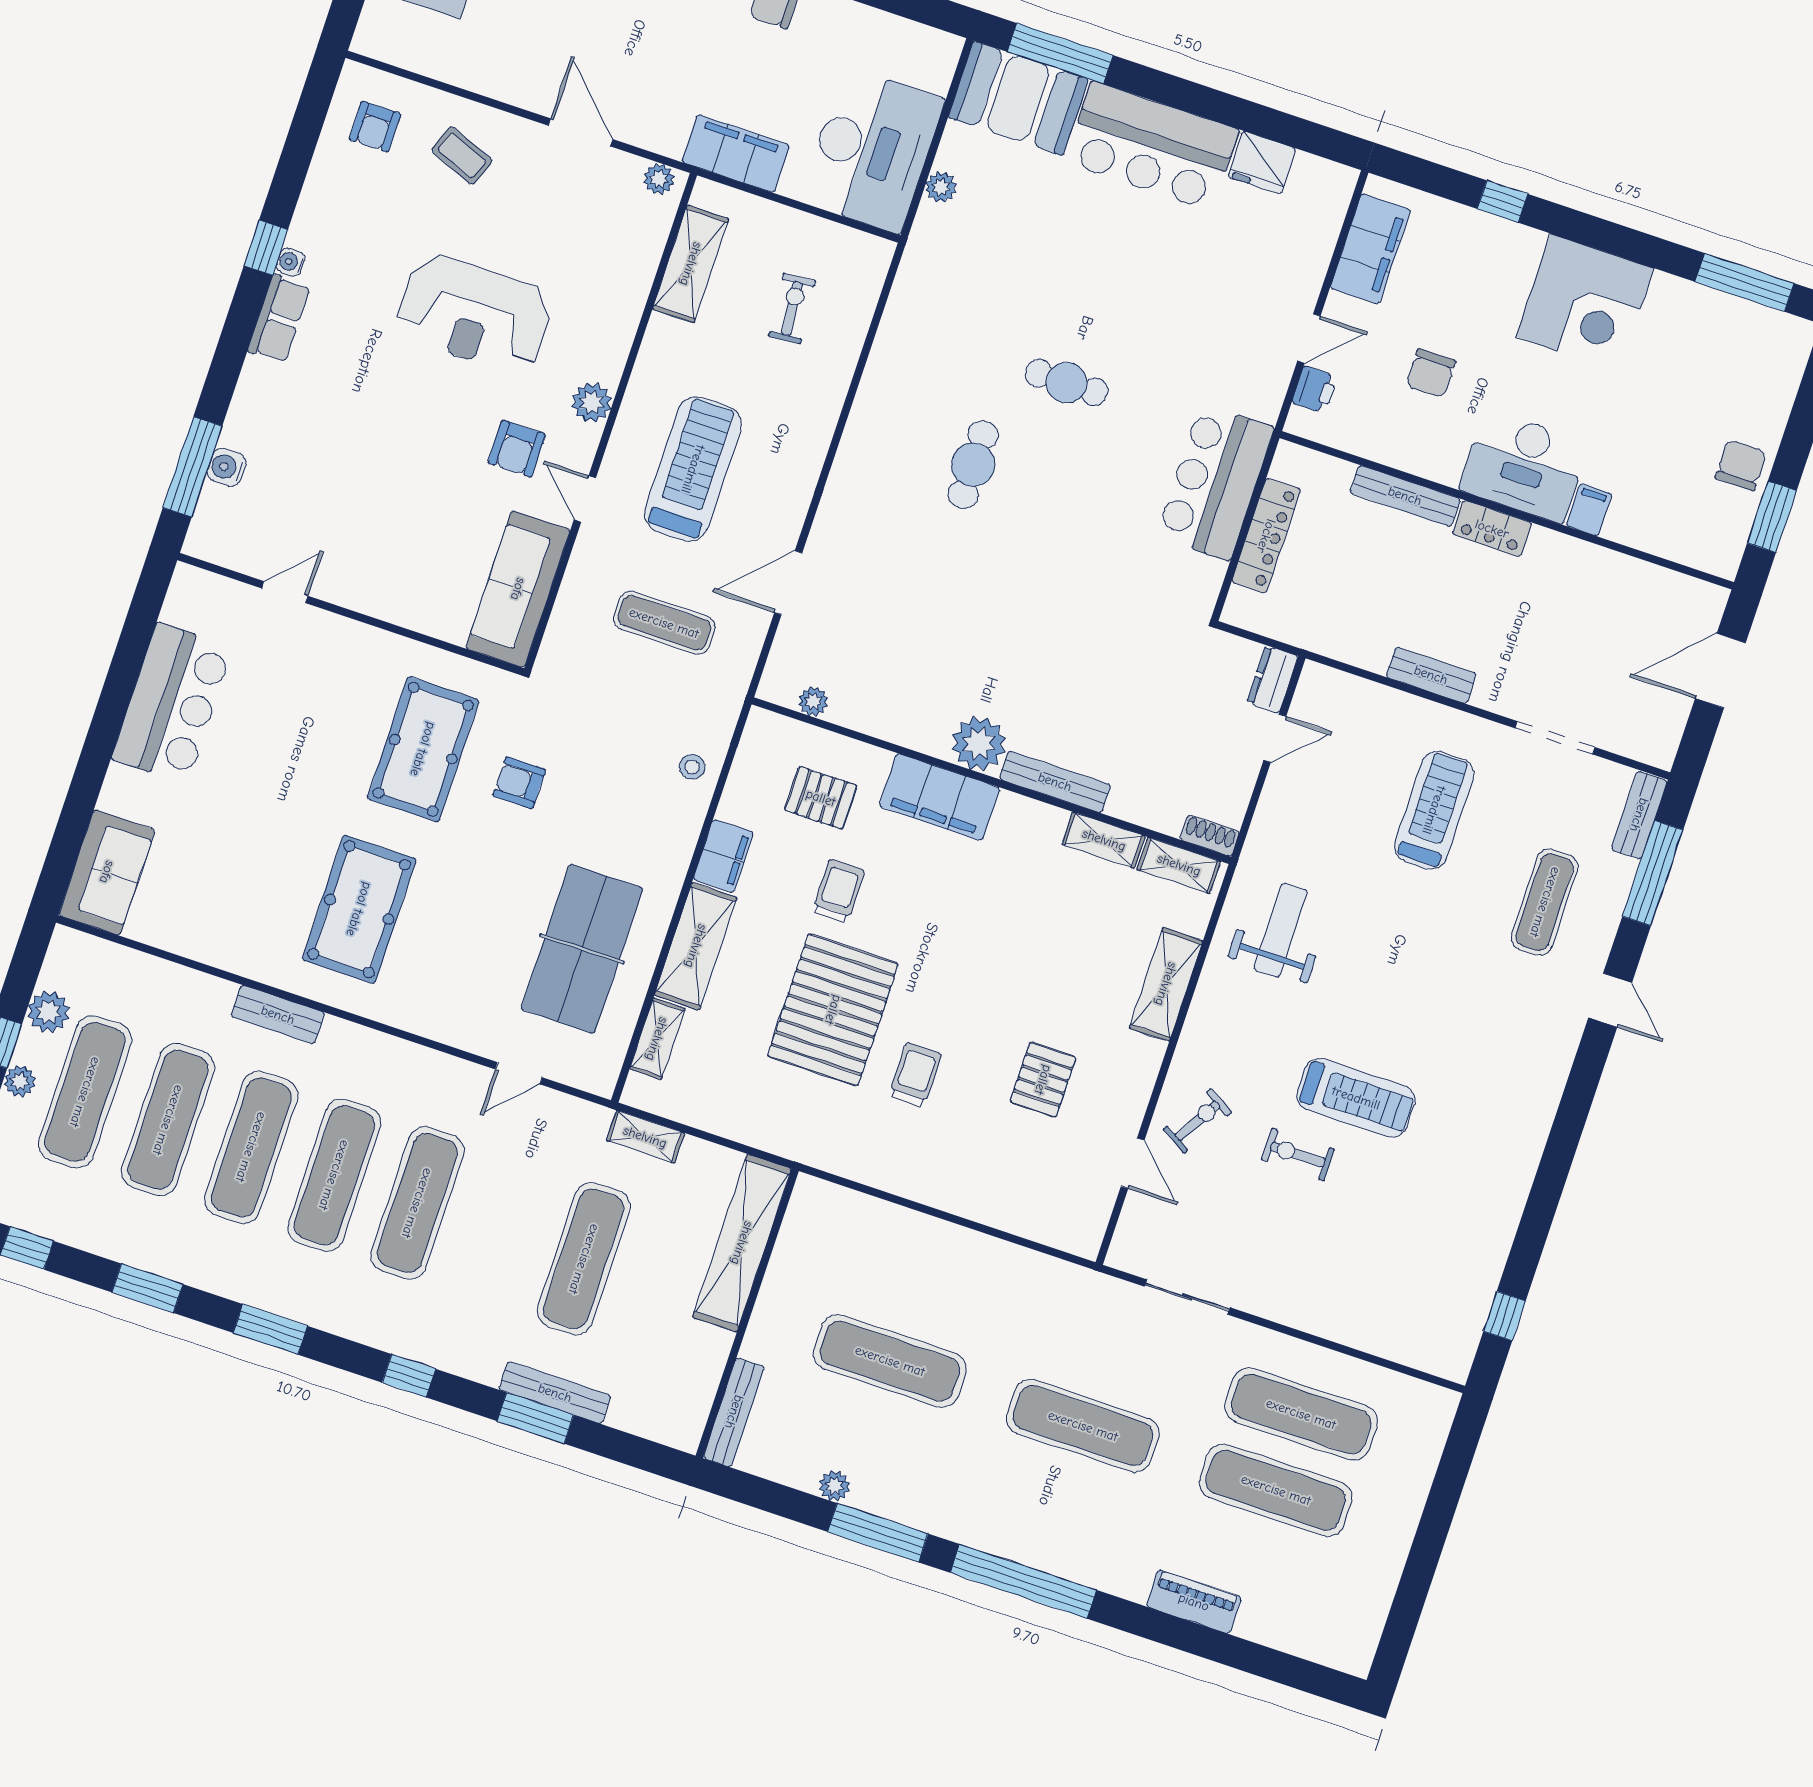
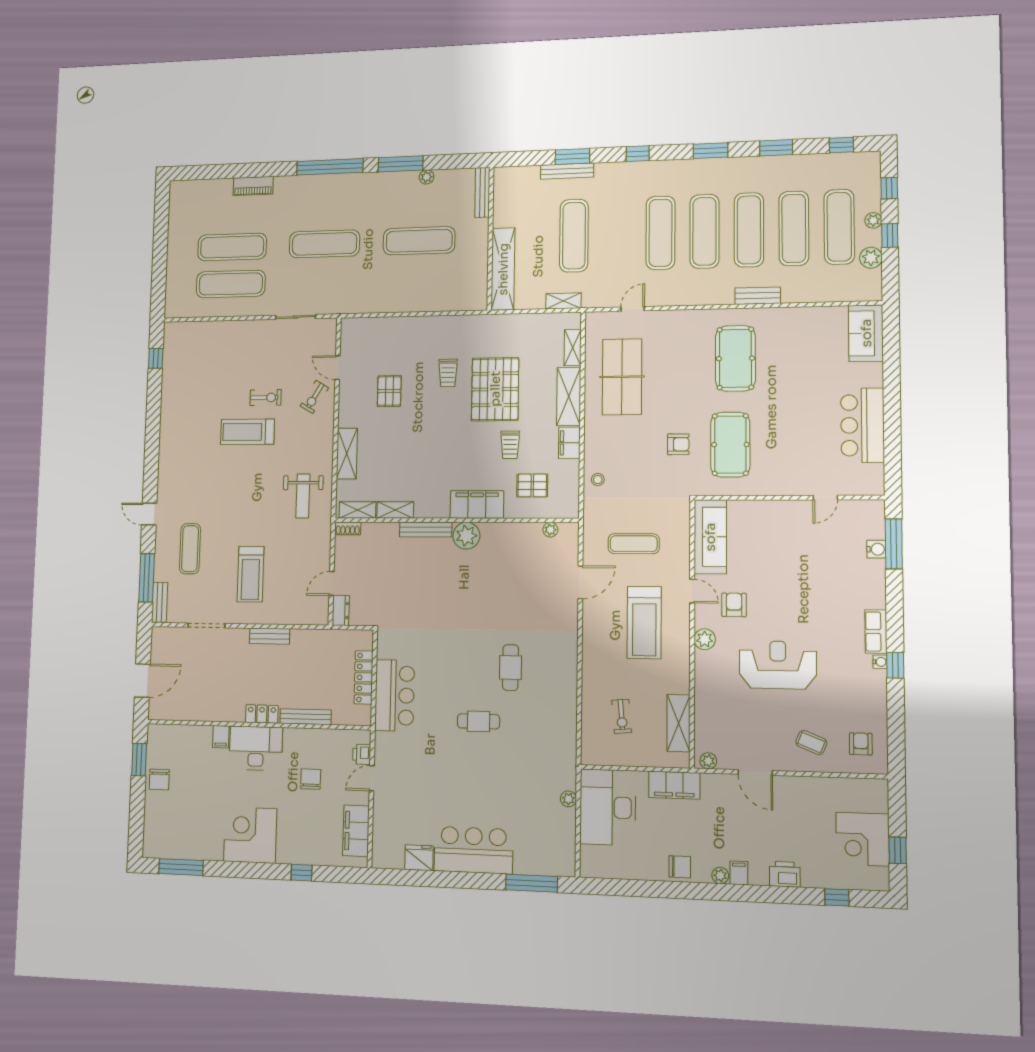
booth: (1018, 98) -> (545, 855), removed

